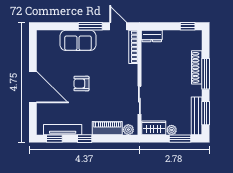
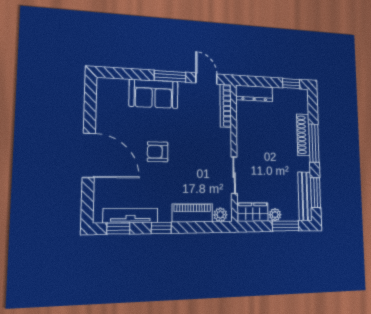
dresser: (152, 36) -> (254, 93), width x1.44

